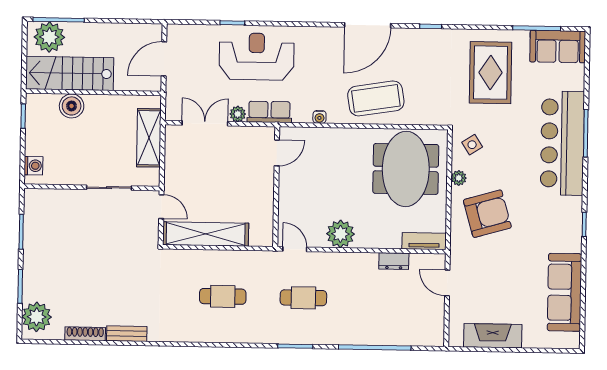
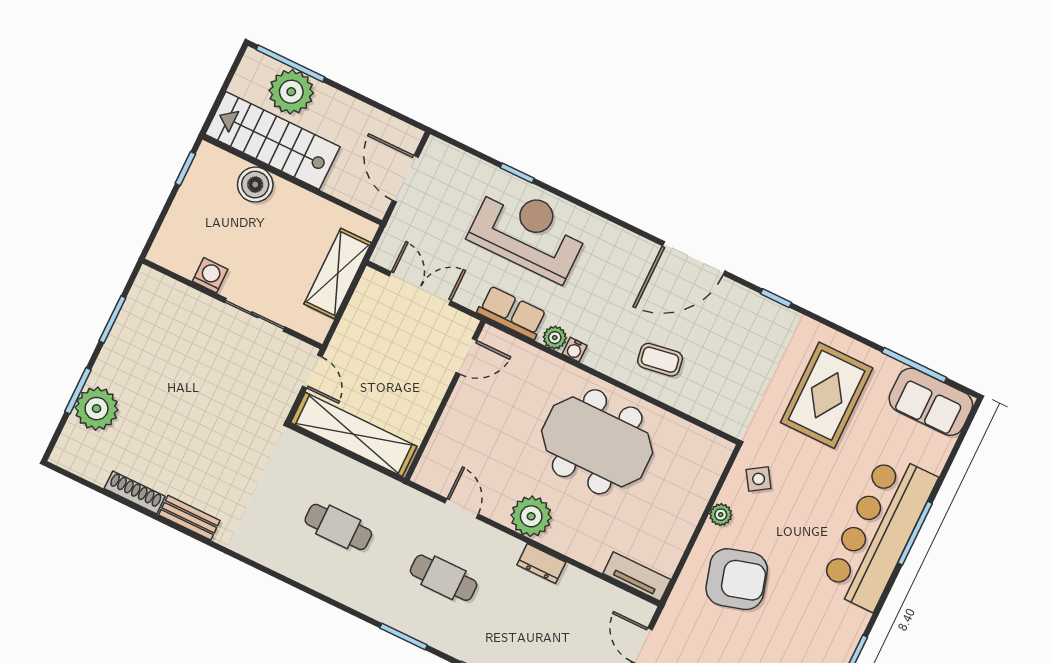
plant: (49, 37) -> (291, 92), moved
door: (164, 59) -> (405, 179), hinge flipped
coffee table: (376, 98) -> (660, 360), width x0.54, depth x0.58
plant: (238, 114) -> (555, 338), moved
door: (277, 153) -> (466, 356), moved
washing machine: (33, 166) -> (210, 275), moved, turned -90
meeting table: (406, 169) -> (597, 442), moved, turned 90
wall: (276, 187) -> (445, 400), moved
dresser: (394, 261) -> (541, 564), moved
plant: (37, 317) -> (97, 409), moved

